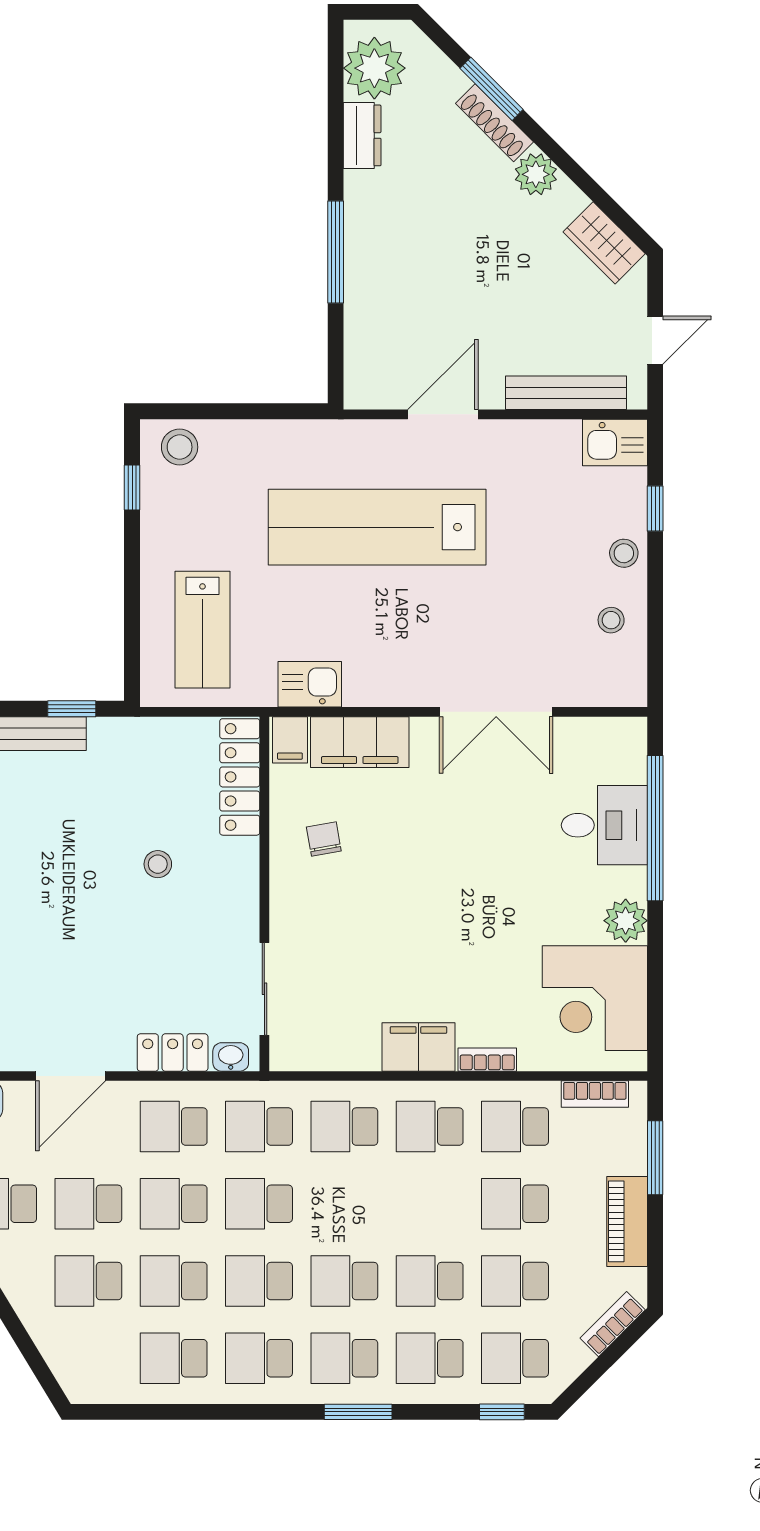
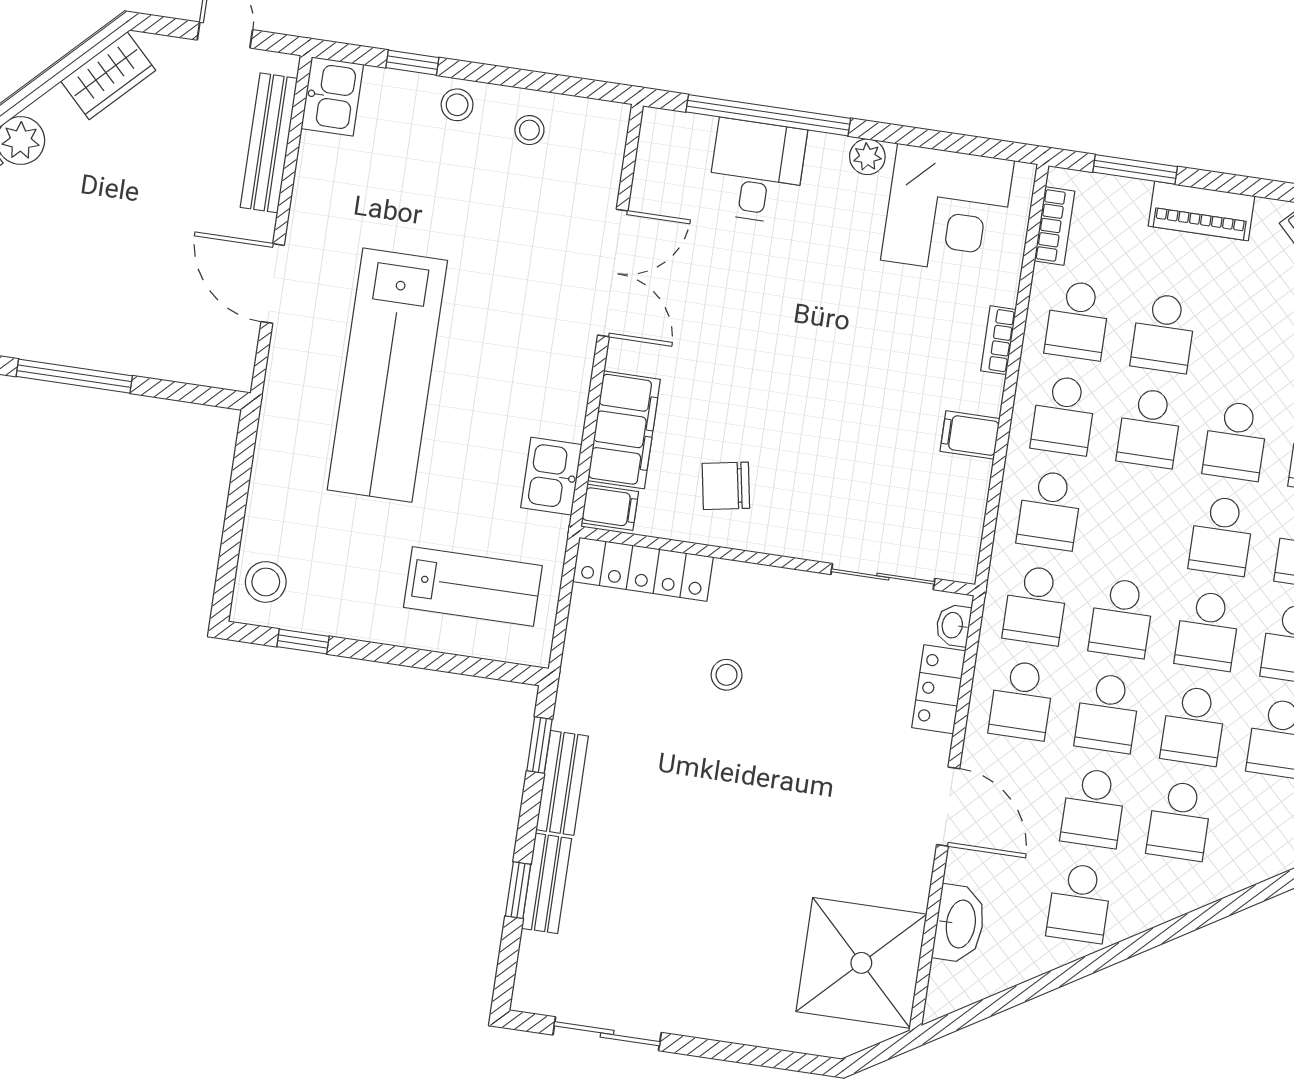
chair: (324, 839) -> (726, 486), width x1.37, depth x1.37
plant: (626, 921) -> (867, 157), width x0.73, depth x0.73
filing cabinet: (418, 1047) -> (970, 435), width x0.50
school desk: (515, 1281) -> (1149, 428), moved

